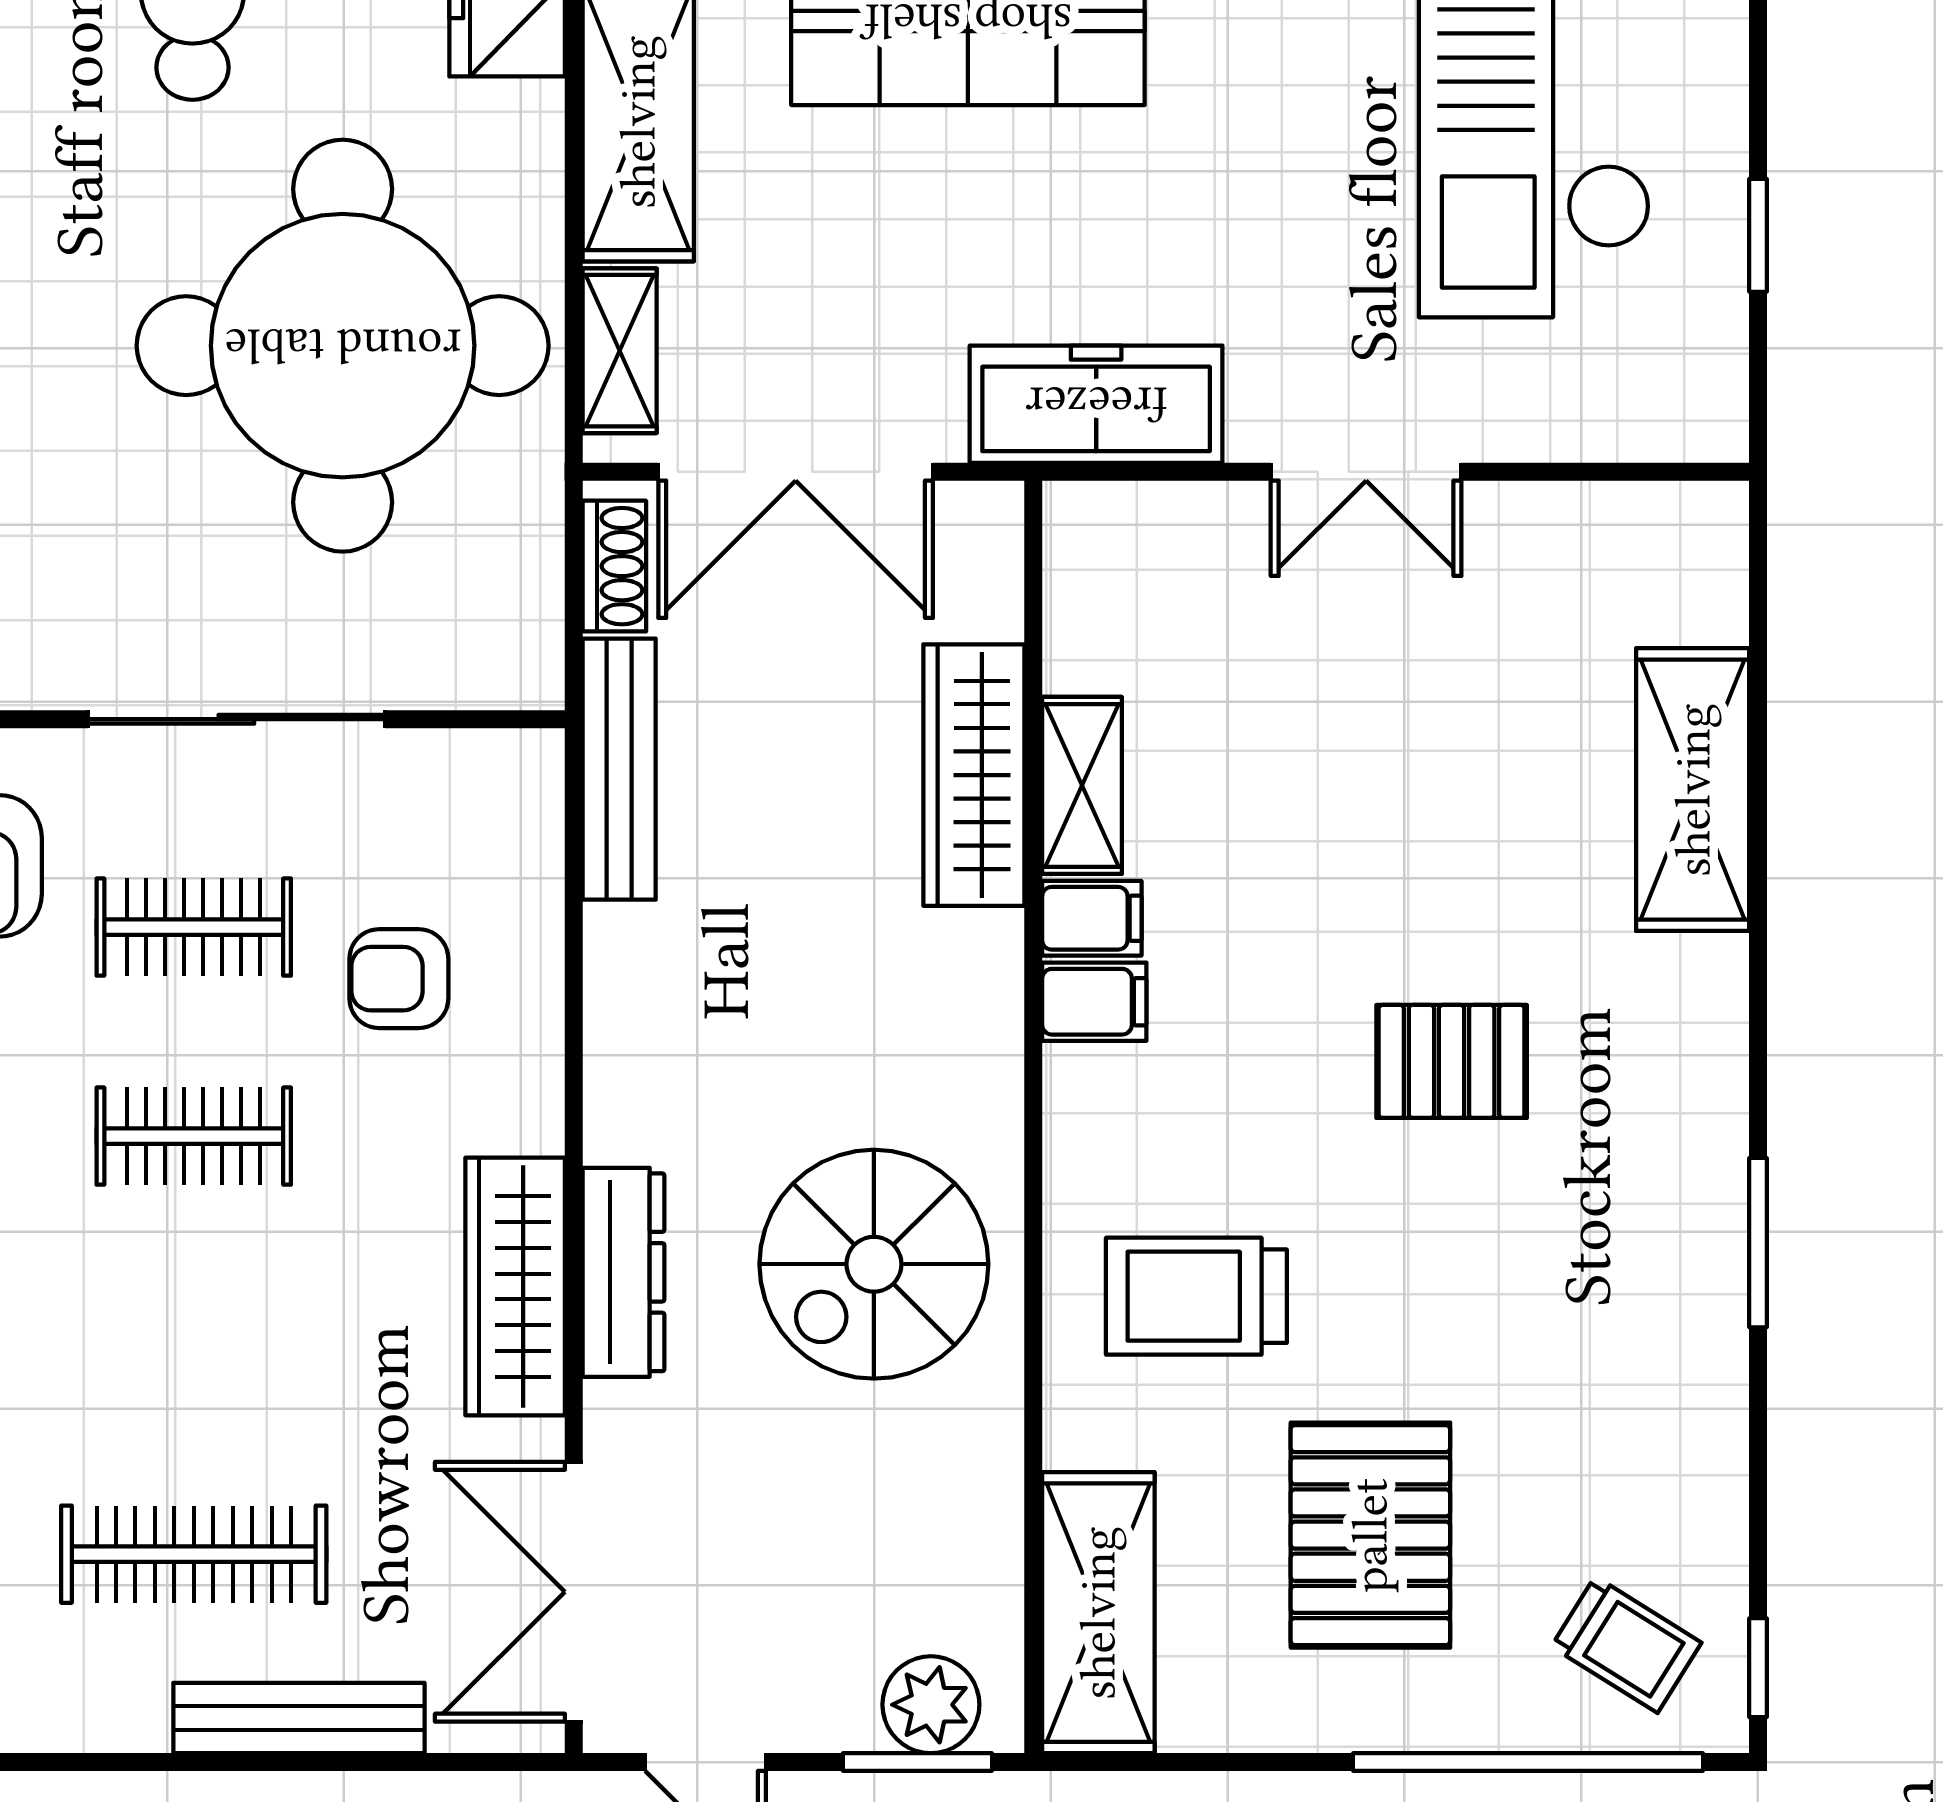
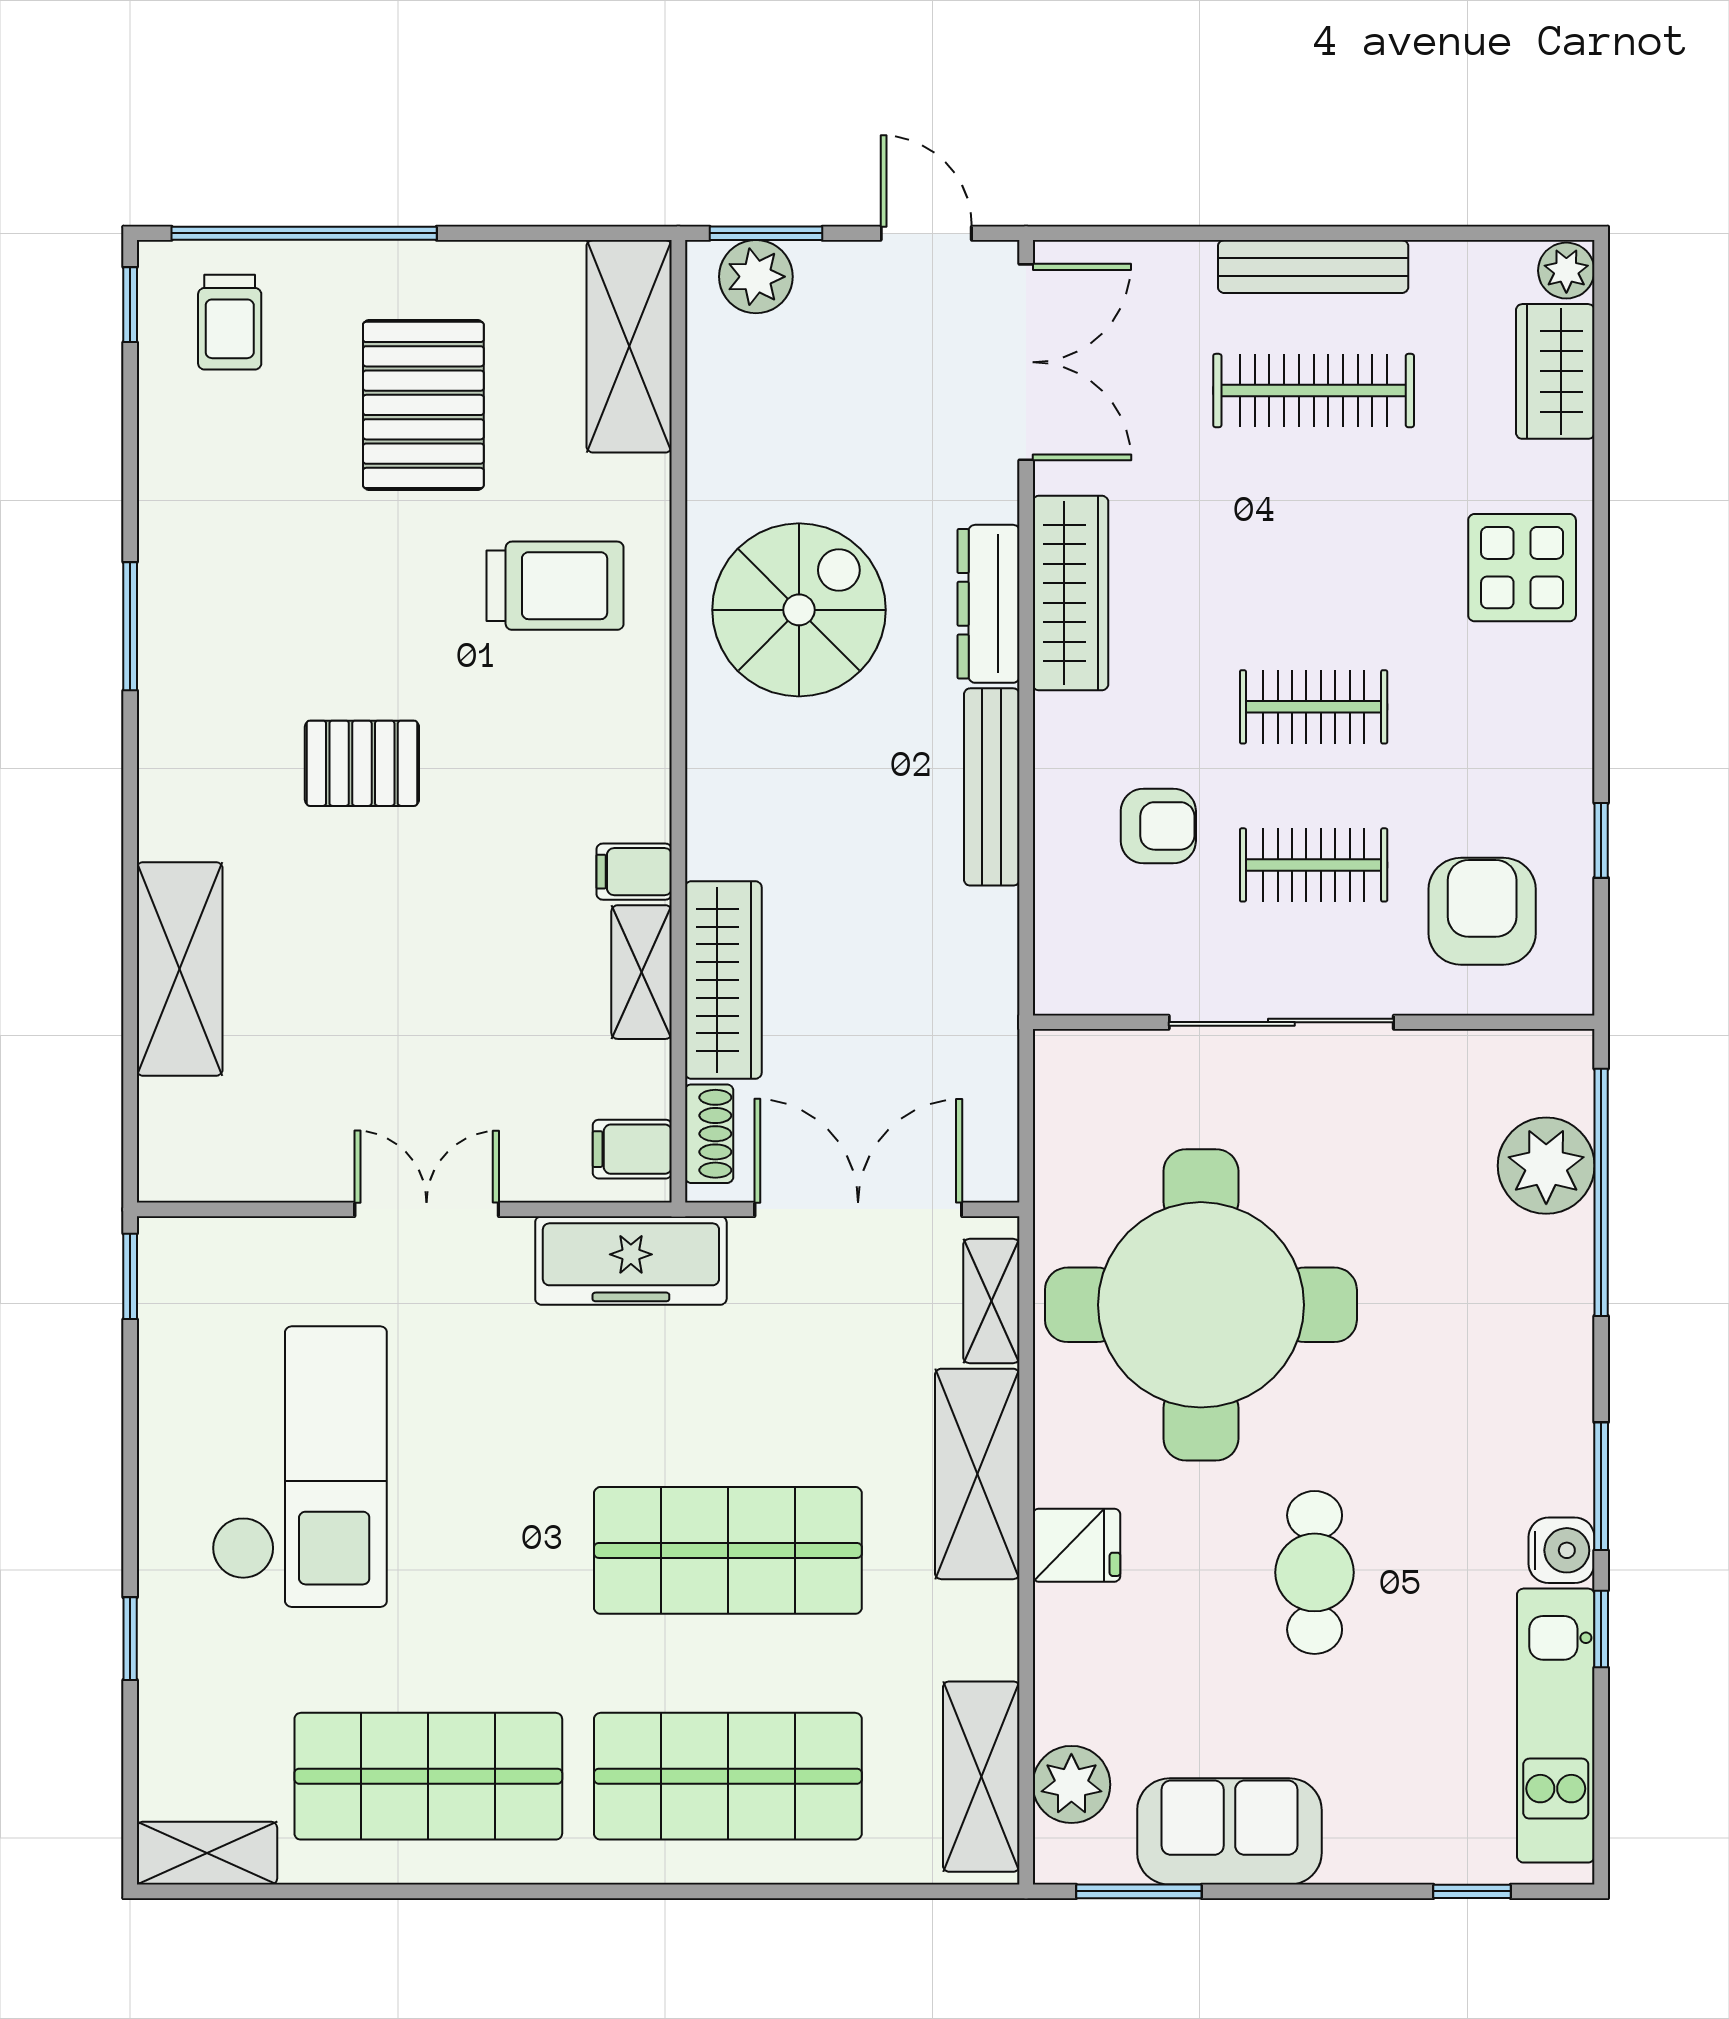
window: (1758, 235) -> (130, 1276), moved
shoe rack: (614, 566) -> (709, 1134), moved, turned 180
bench: (619, 769) -> (992, 787), moved
filing cabinet: (1094, 1002) -> (632, 1149), moved
trolley: (1626, 1645) -> (230, 322), turned -122
bench: (299, 1718) -> (1313, 267), moved

